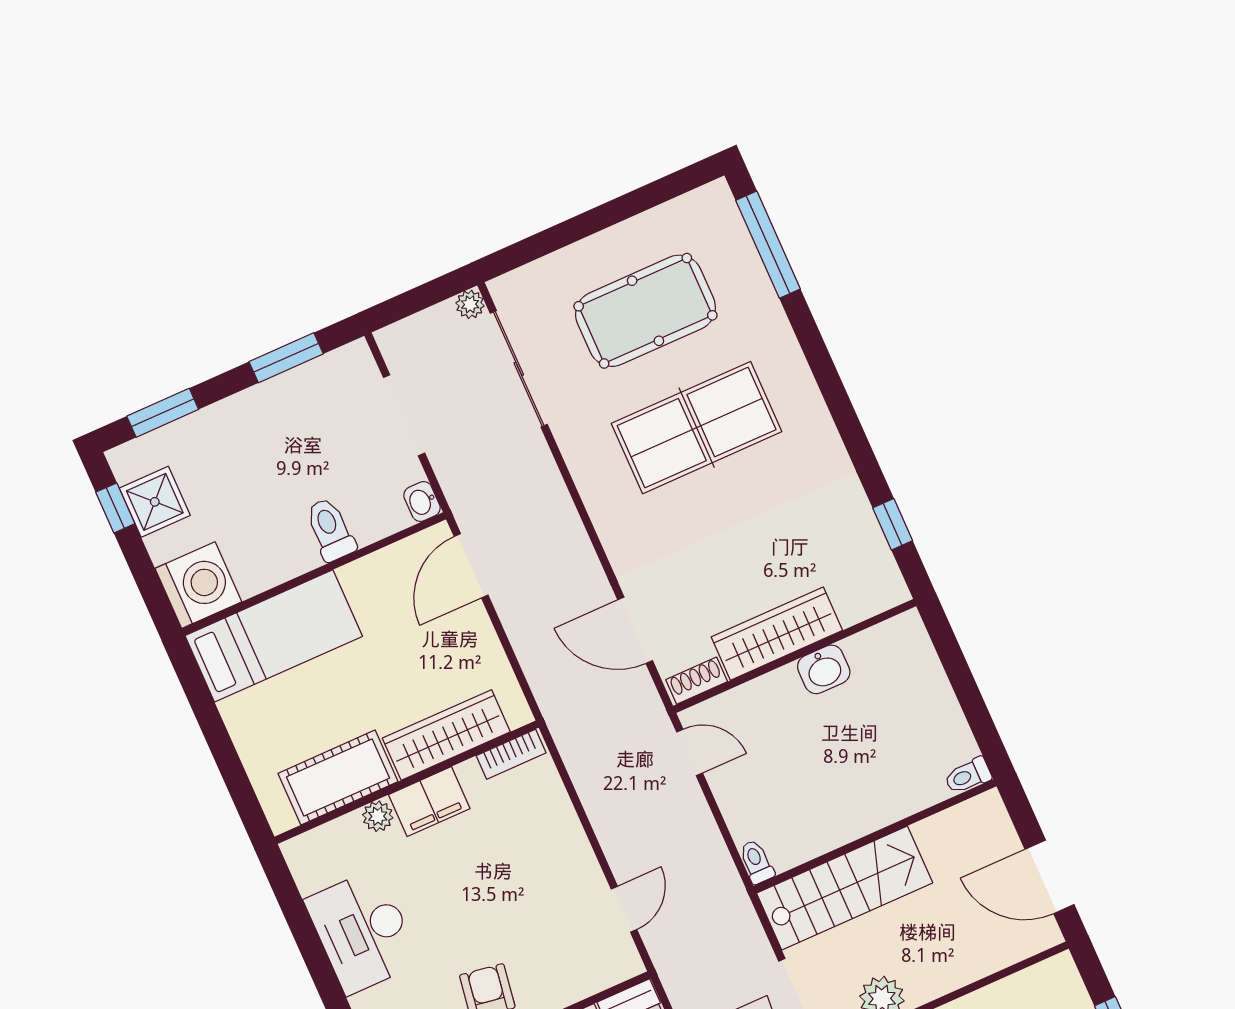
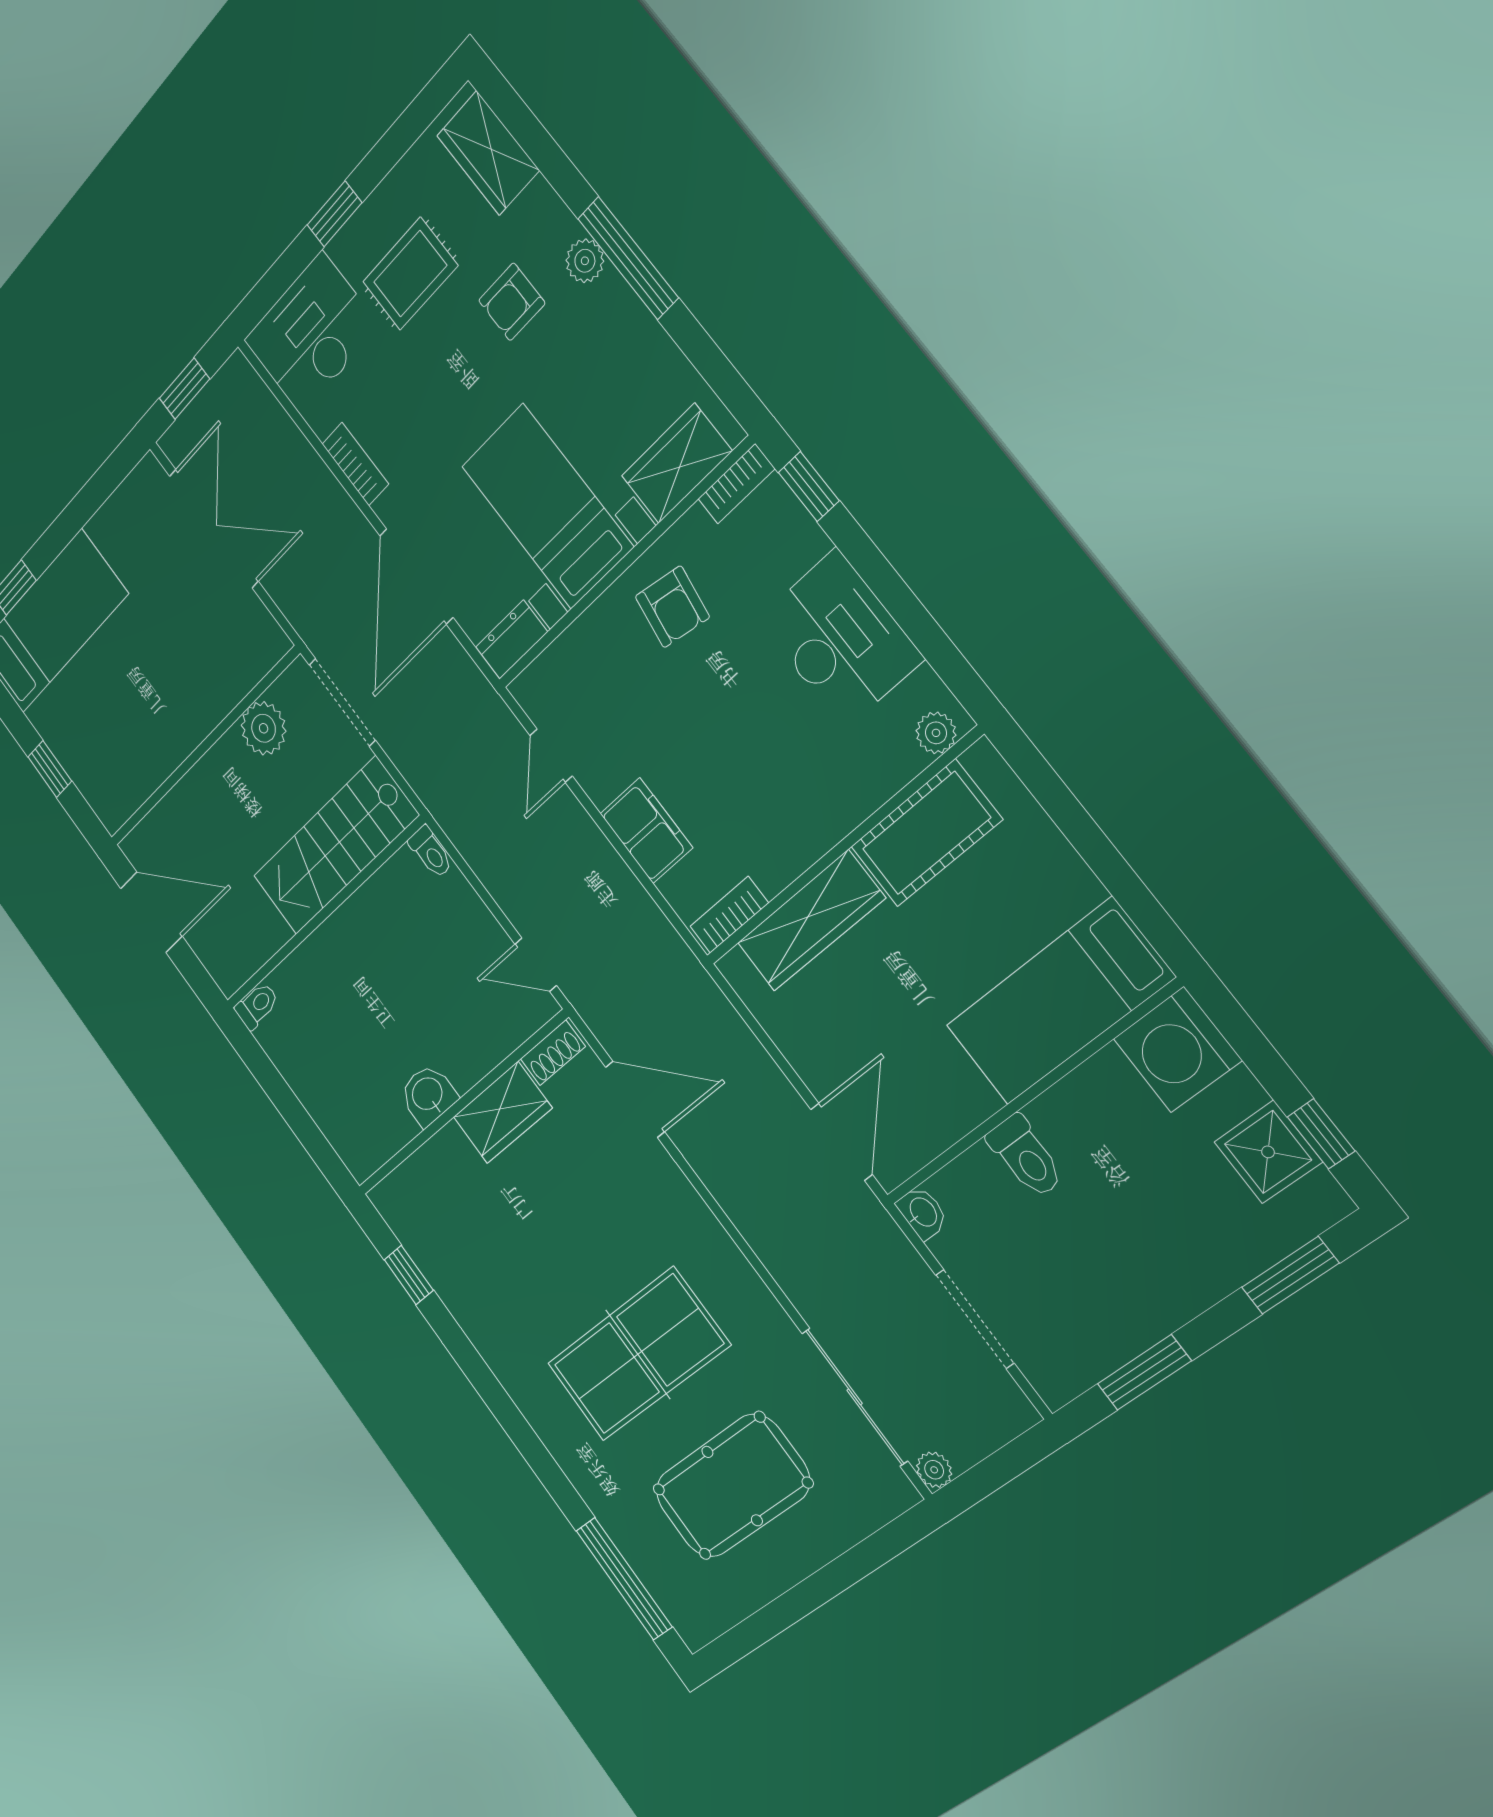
wardrobe: (777, 634) -> (502, 1113), width x0.67
filing cabinet: (429, 802) -> (646, 831), moved, turned 90
plant: (378, 816) -> (936, 733), moved

